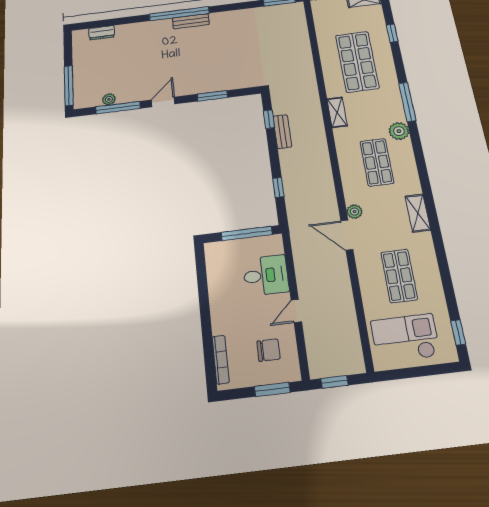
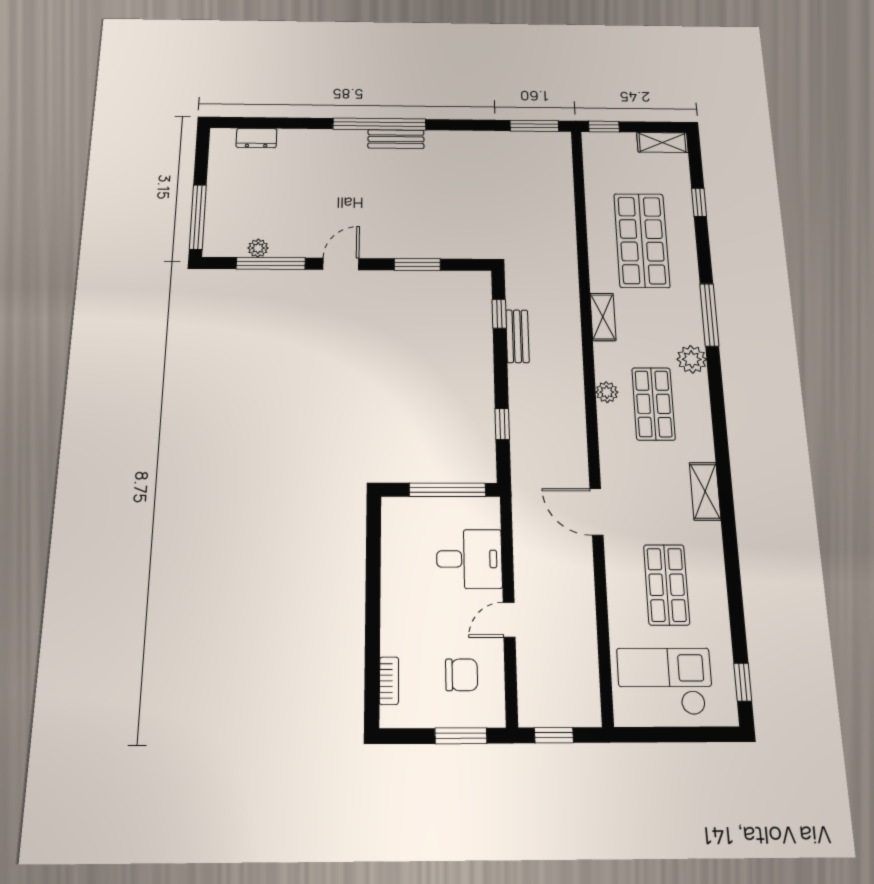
plant: (354, 212) -> (607, 392), moved
bookcase: (221, 360) -> (389, 681), width x0.64

